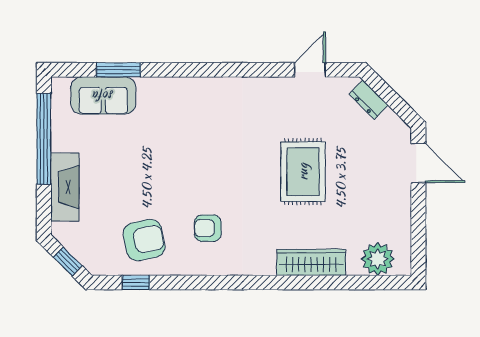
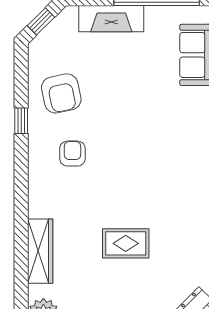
rug: (303, 172) -> (126, 243), width x0.73, depth x0.70
window: (136, 282) -> (21, 121), moved

